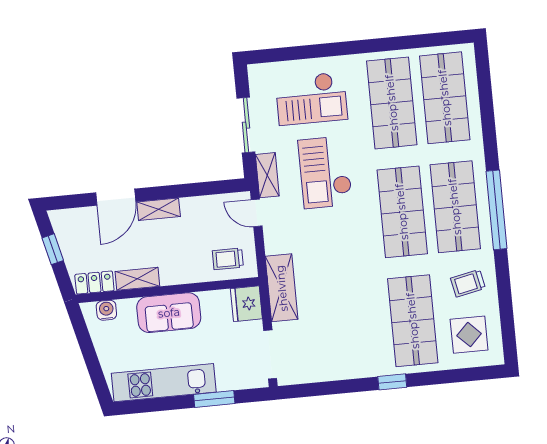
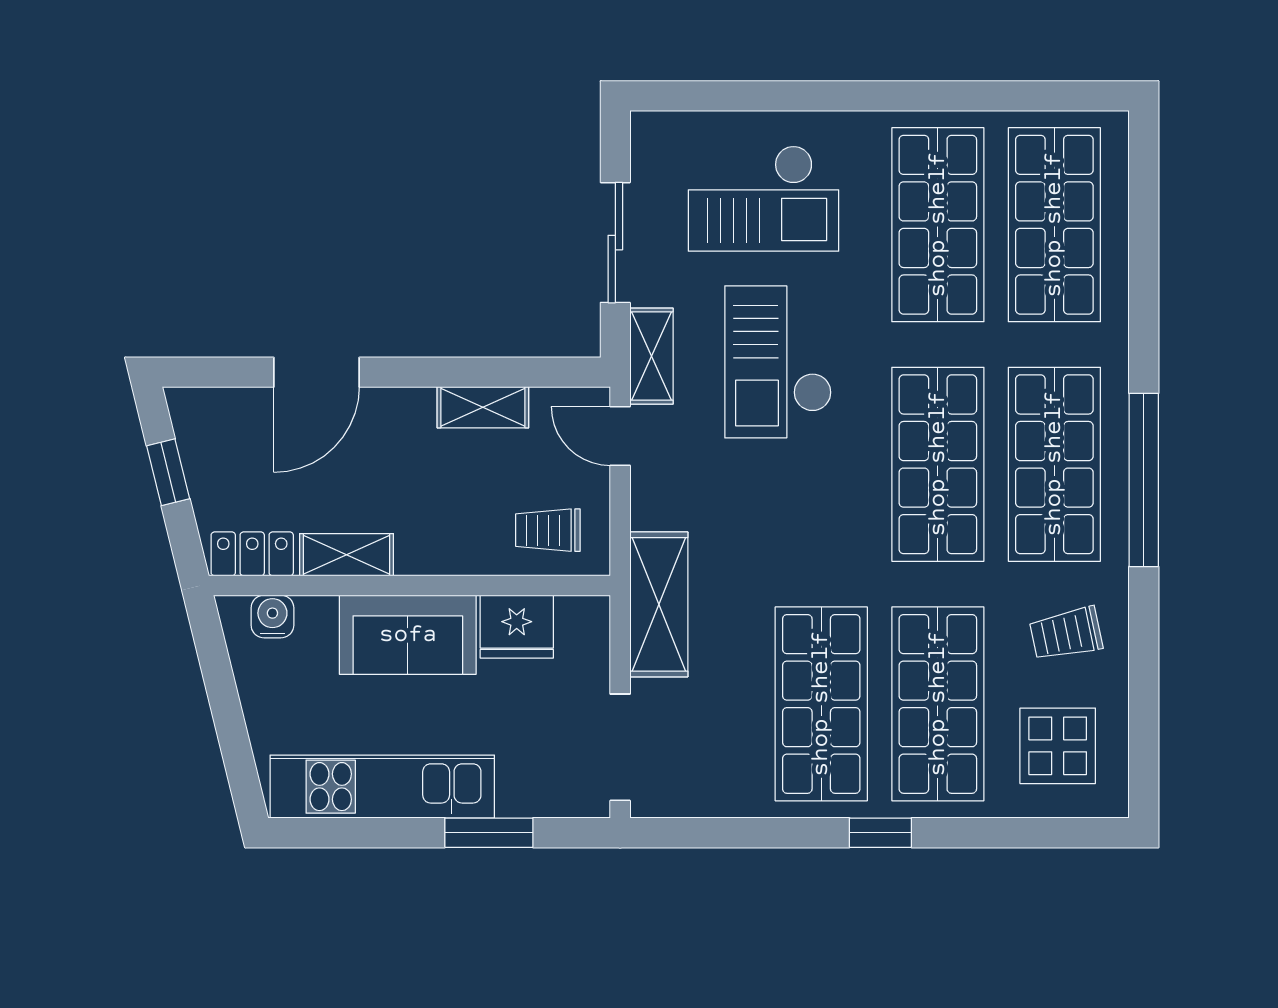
shelving: (159, 209) -> (483, 407), moved
fridge: (246, 304) -> (517, 627), moved, turned -90
shop shelf: (360, 326) -> (821, 704), added

